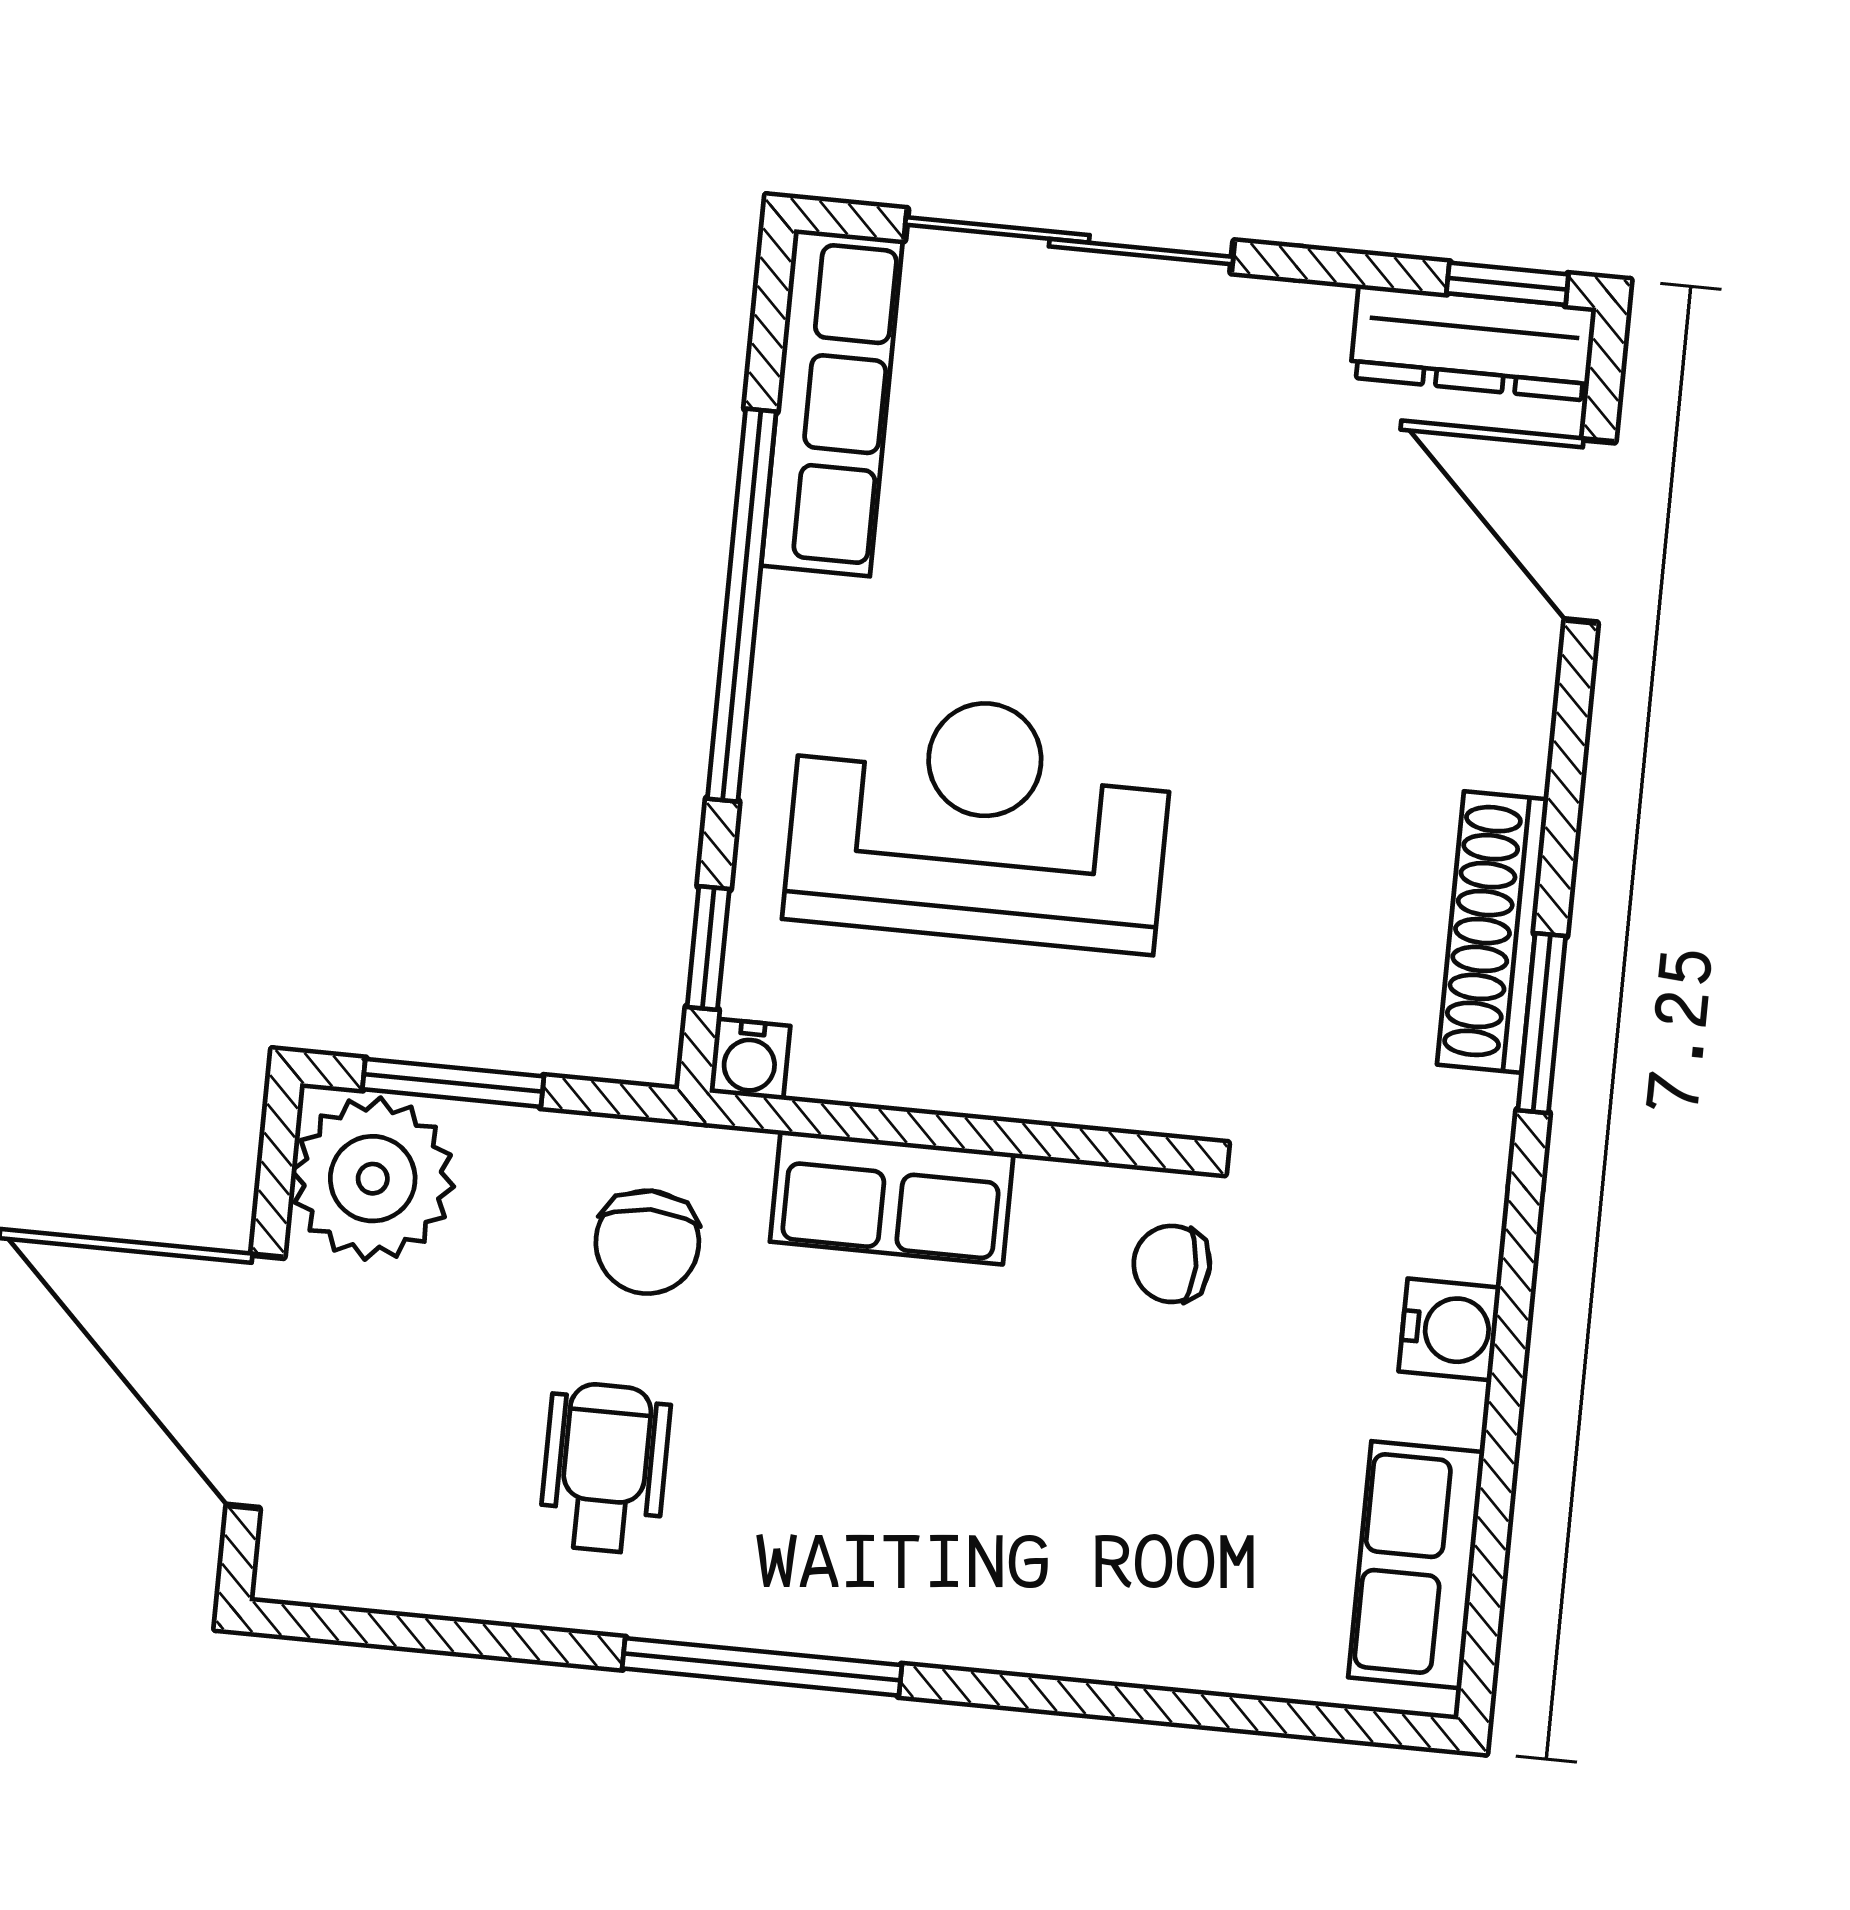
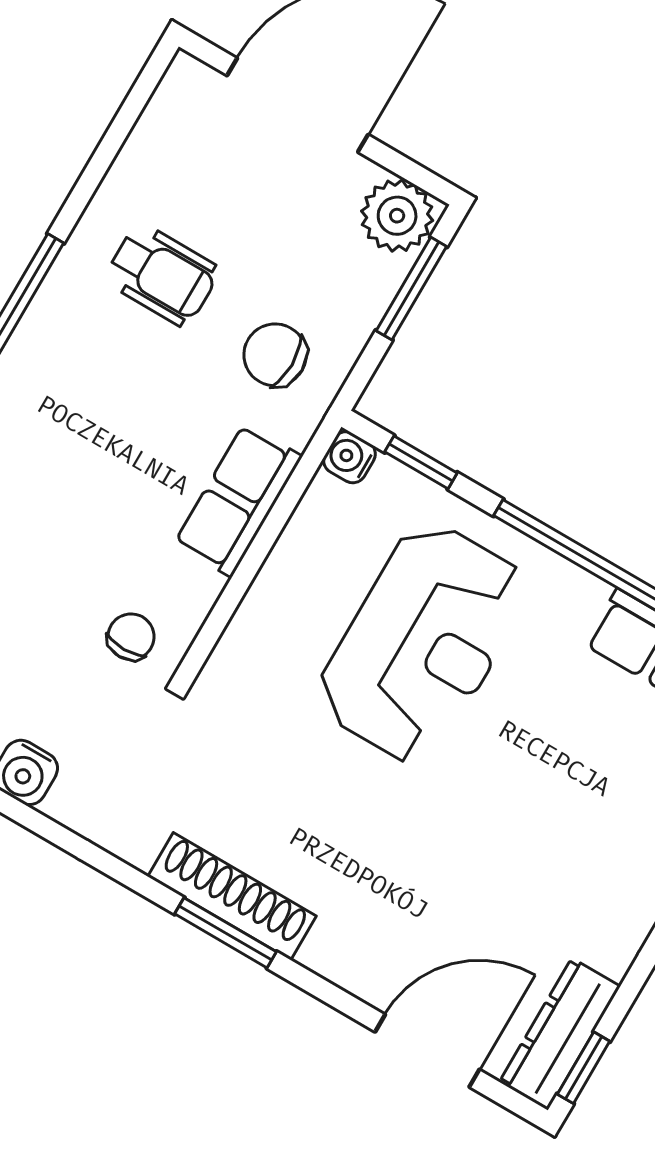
window: (1542, 1023) -> (226, 933), moved
plant: (373, 1179) -> (397, 216), width x0.73, depth x0.73

